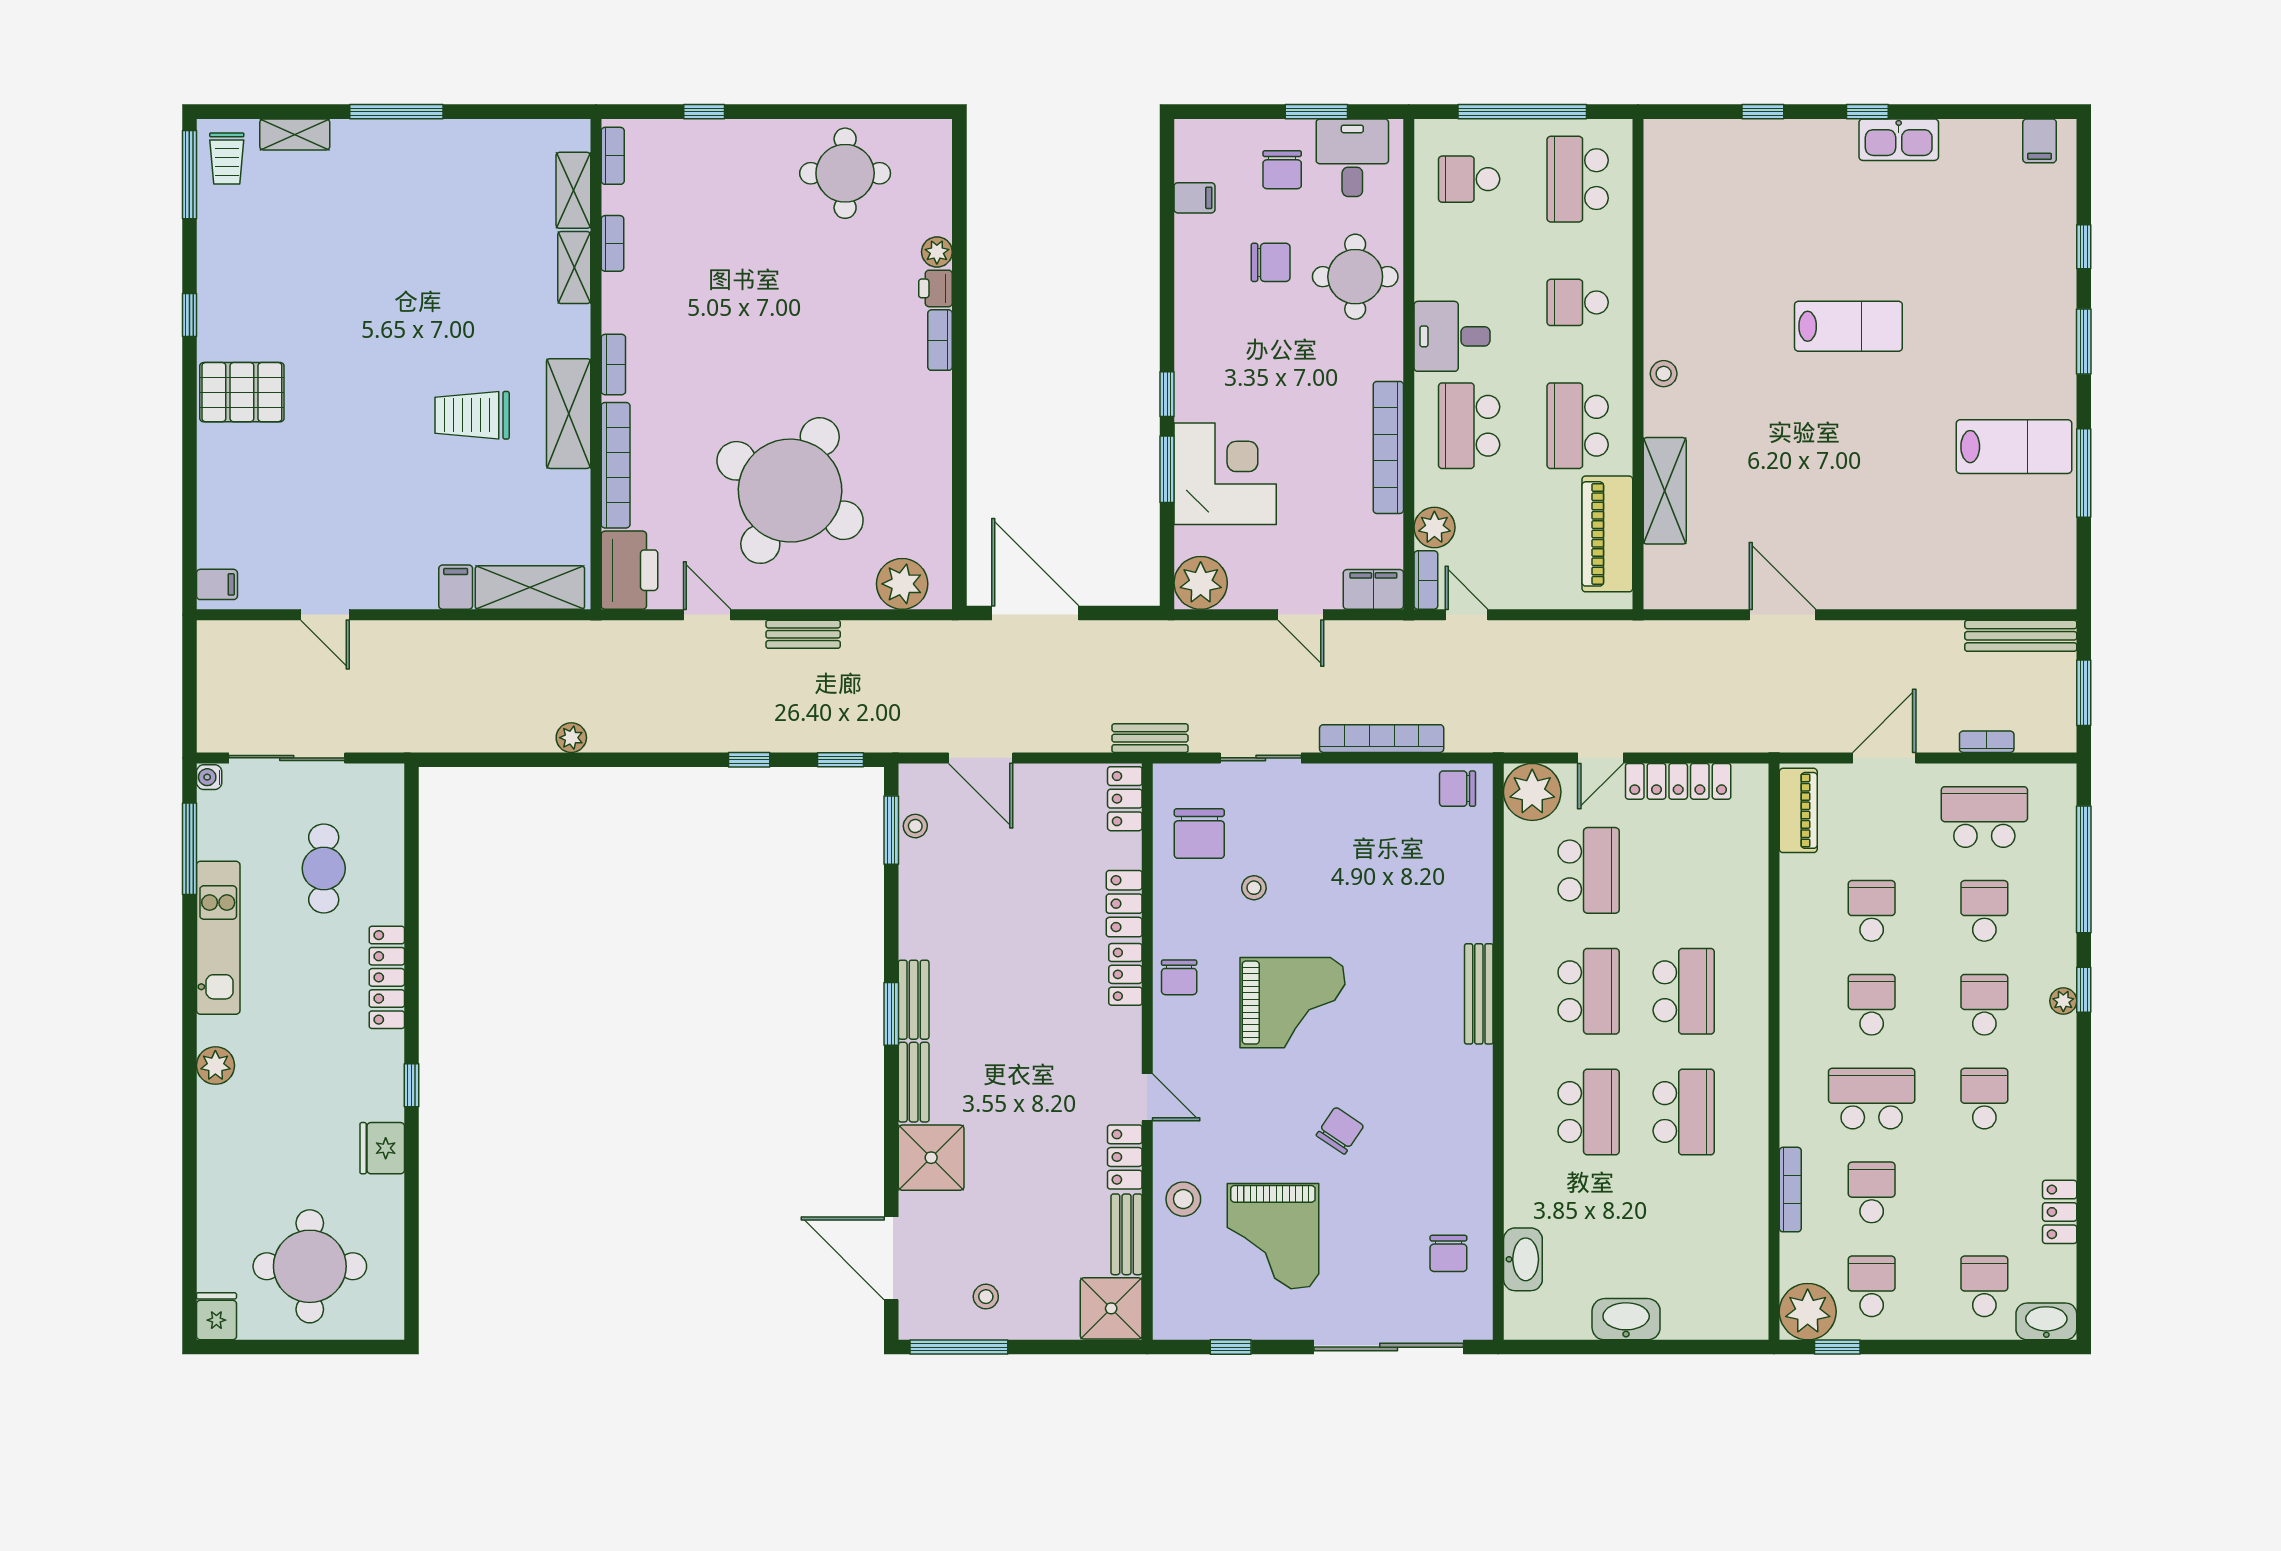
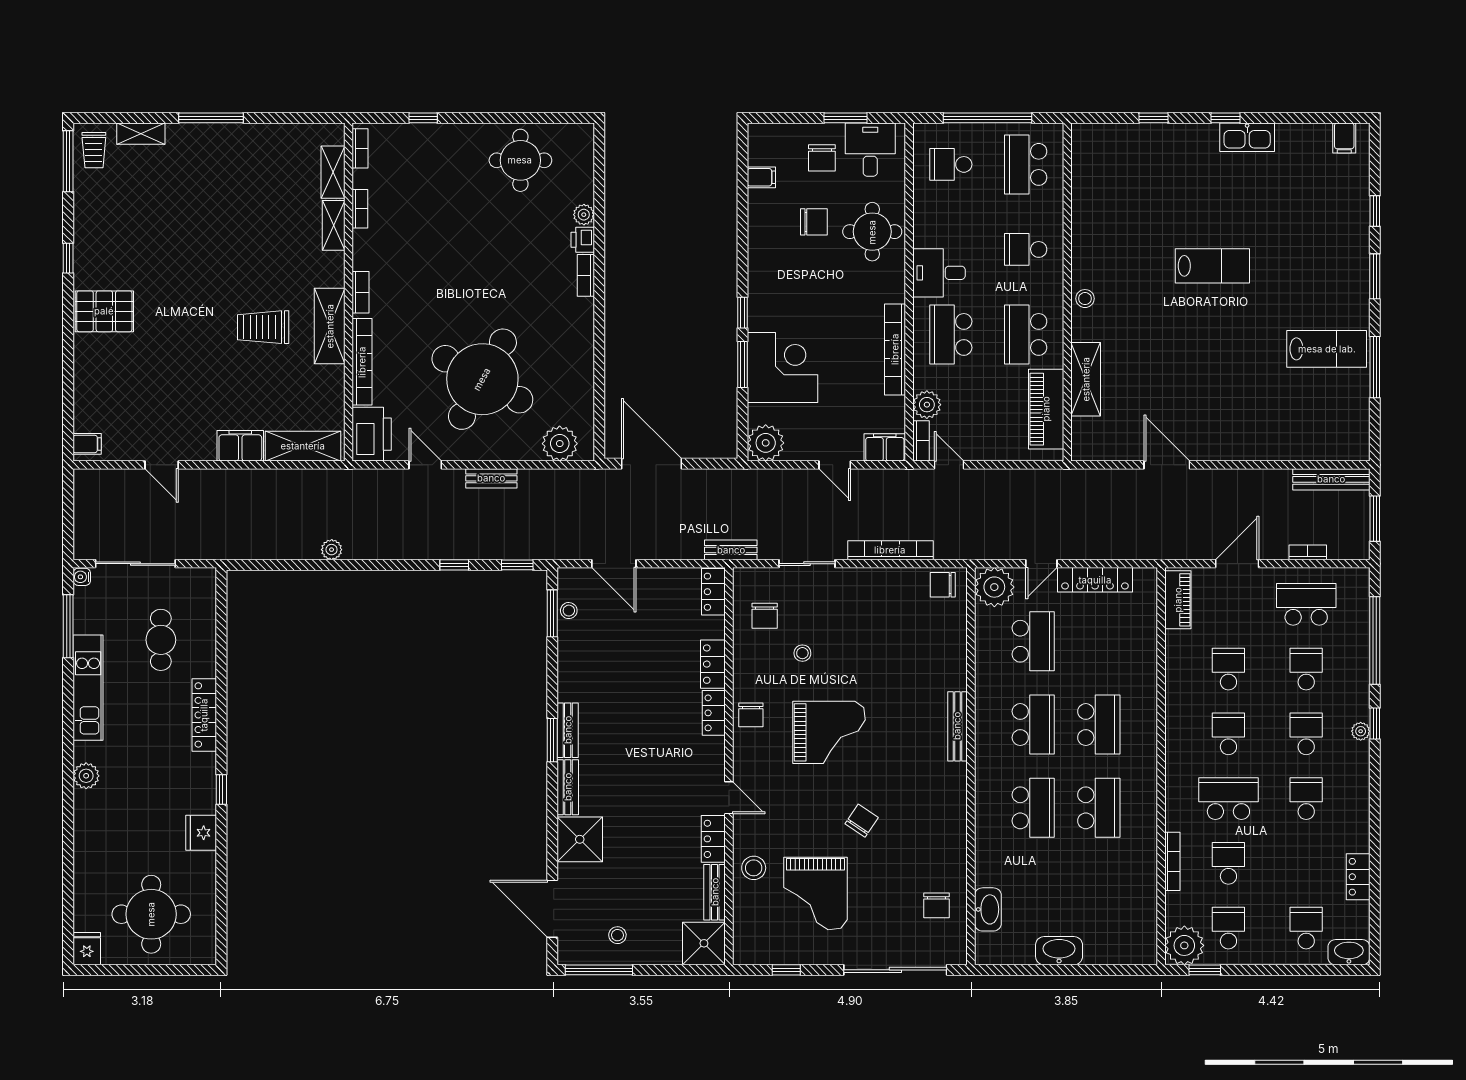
filing cabinet: (456, 587) -> (240, 446), width x2.00
chair: (1199, 834) -> (765, 616), width x0.73, depth x0.73

